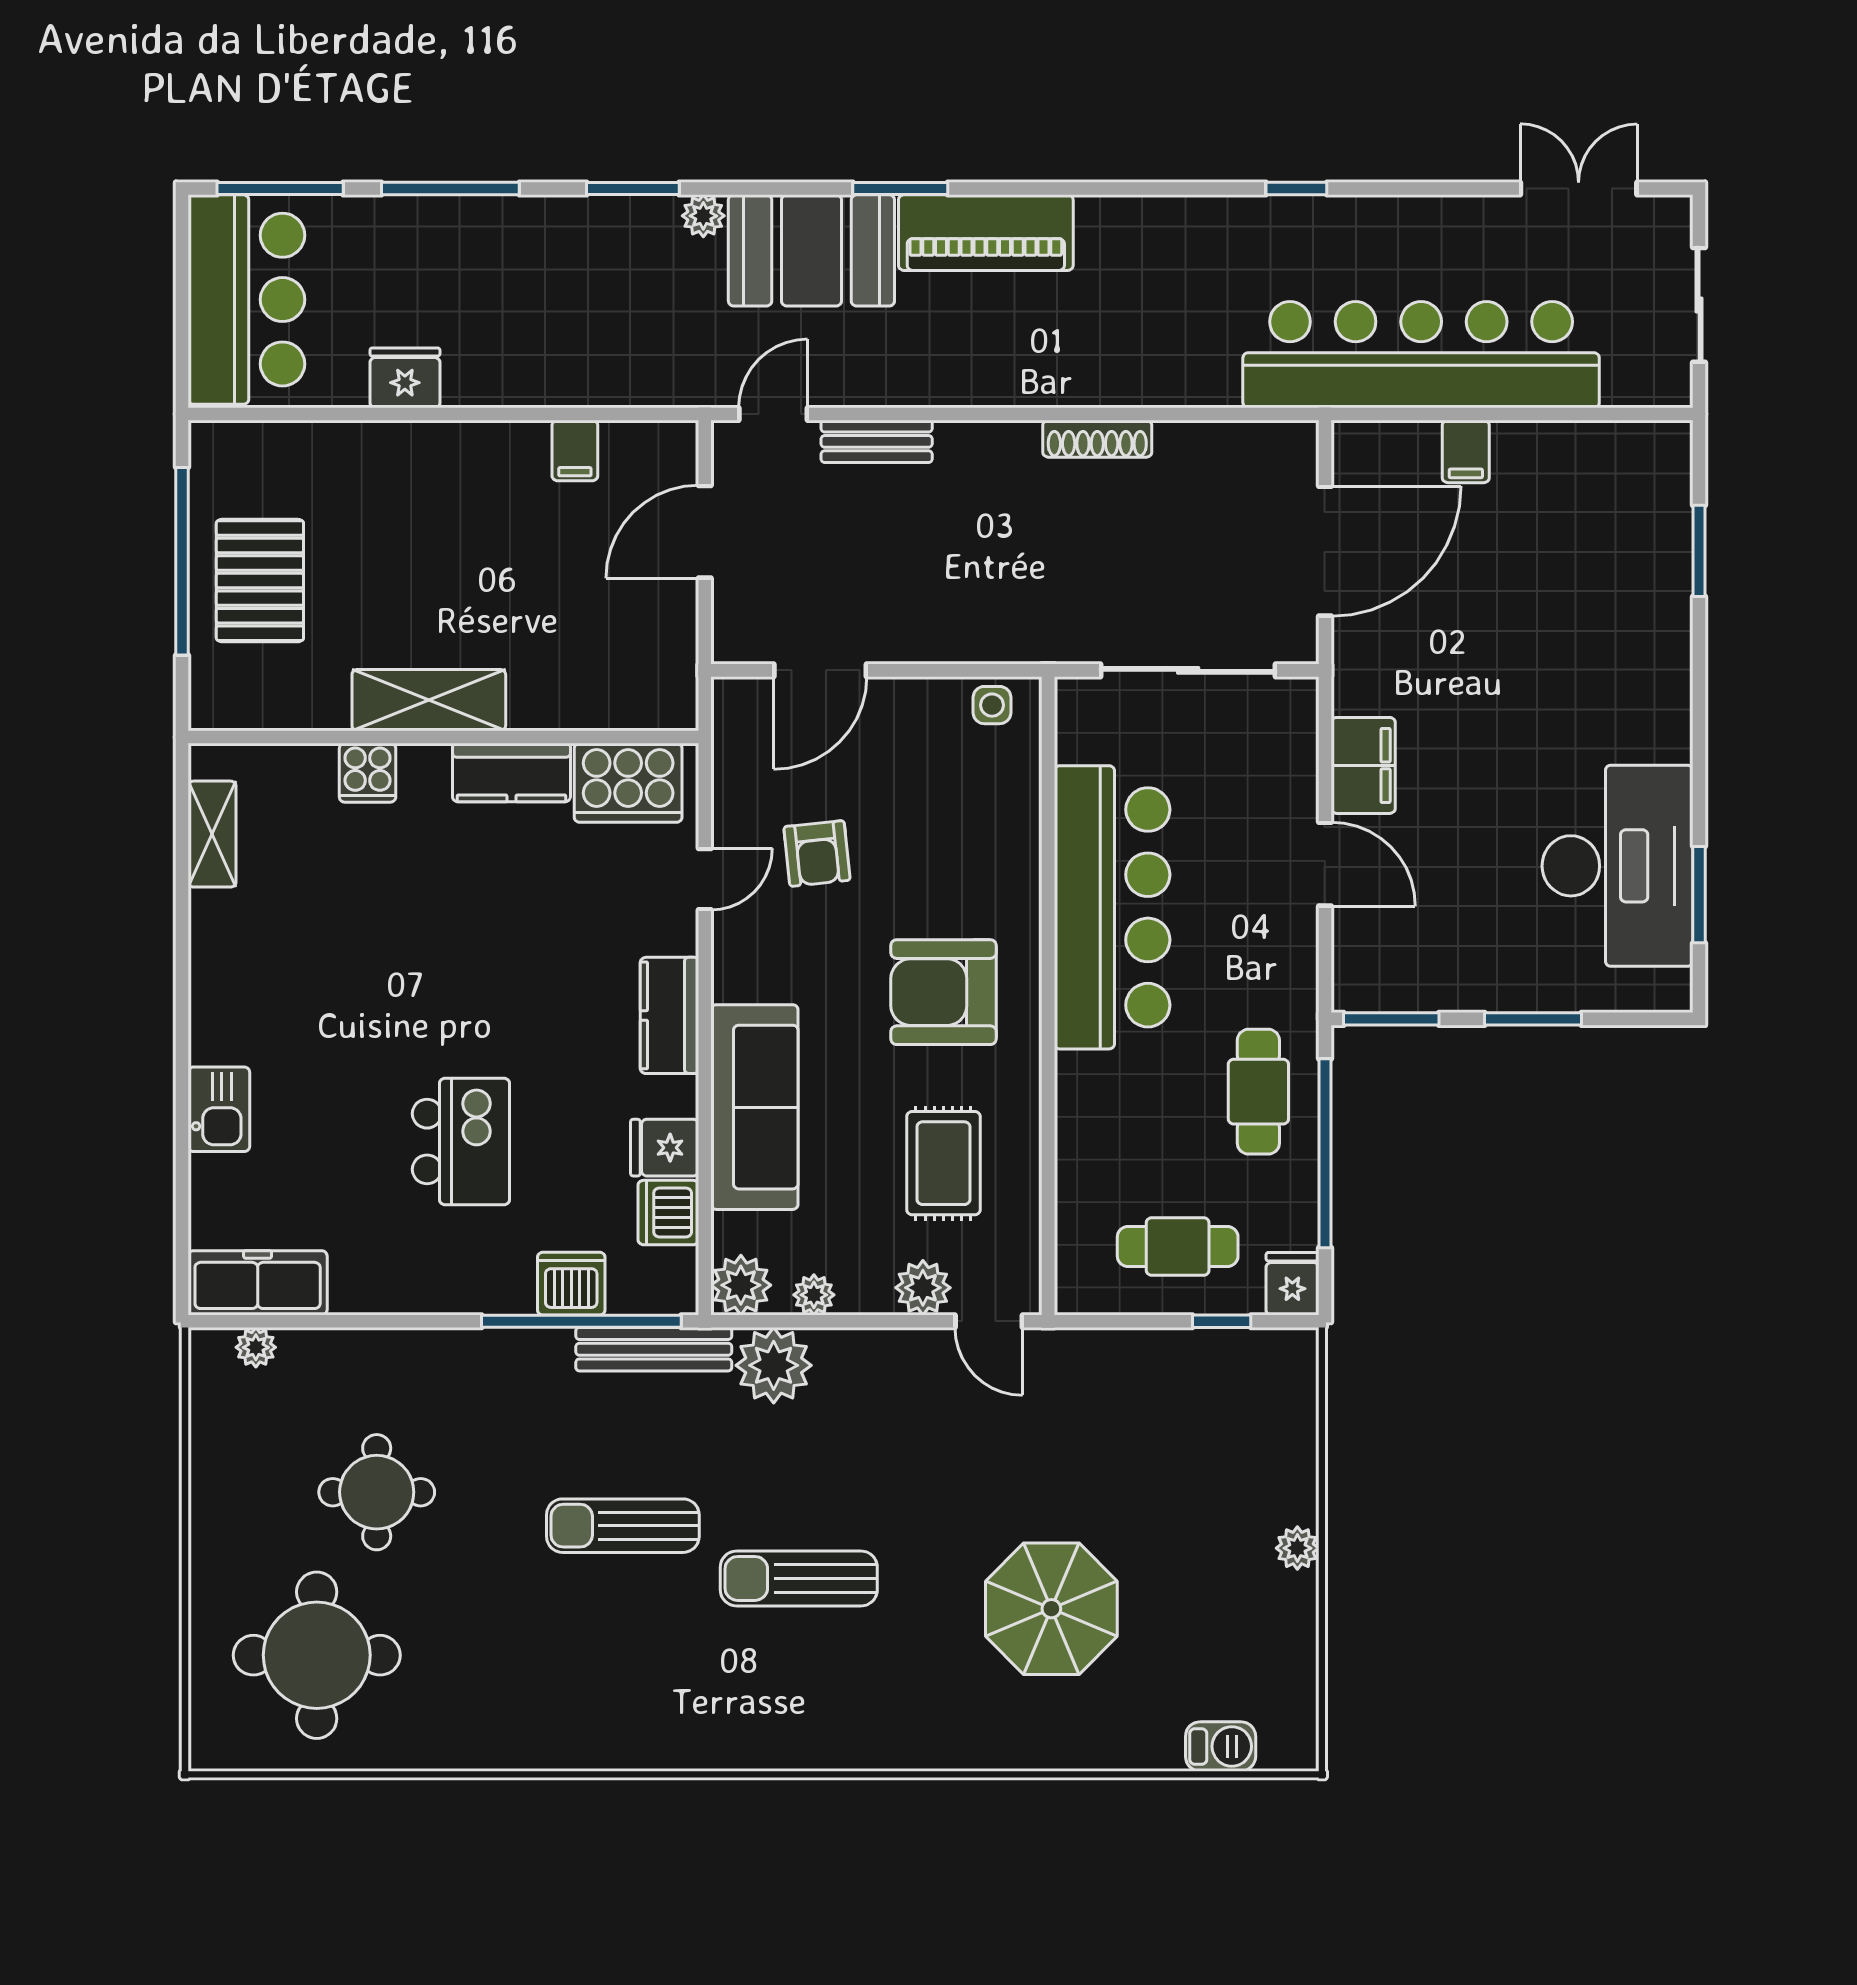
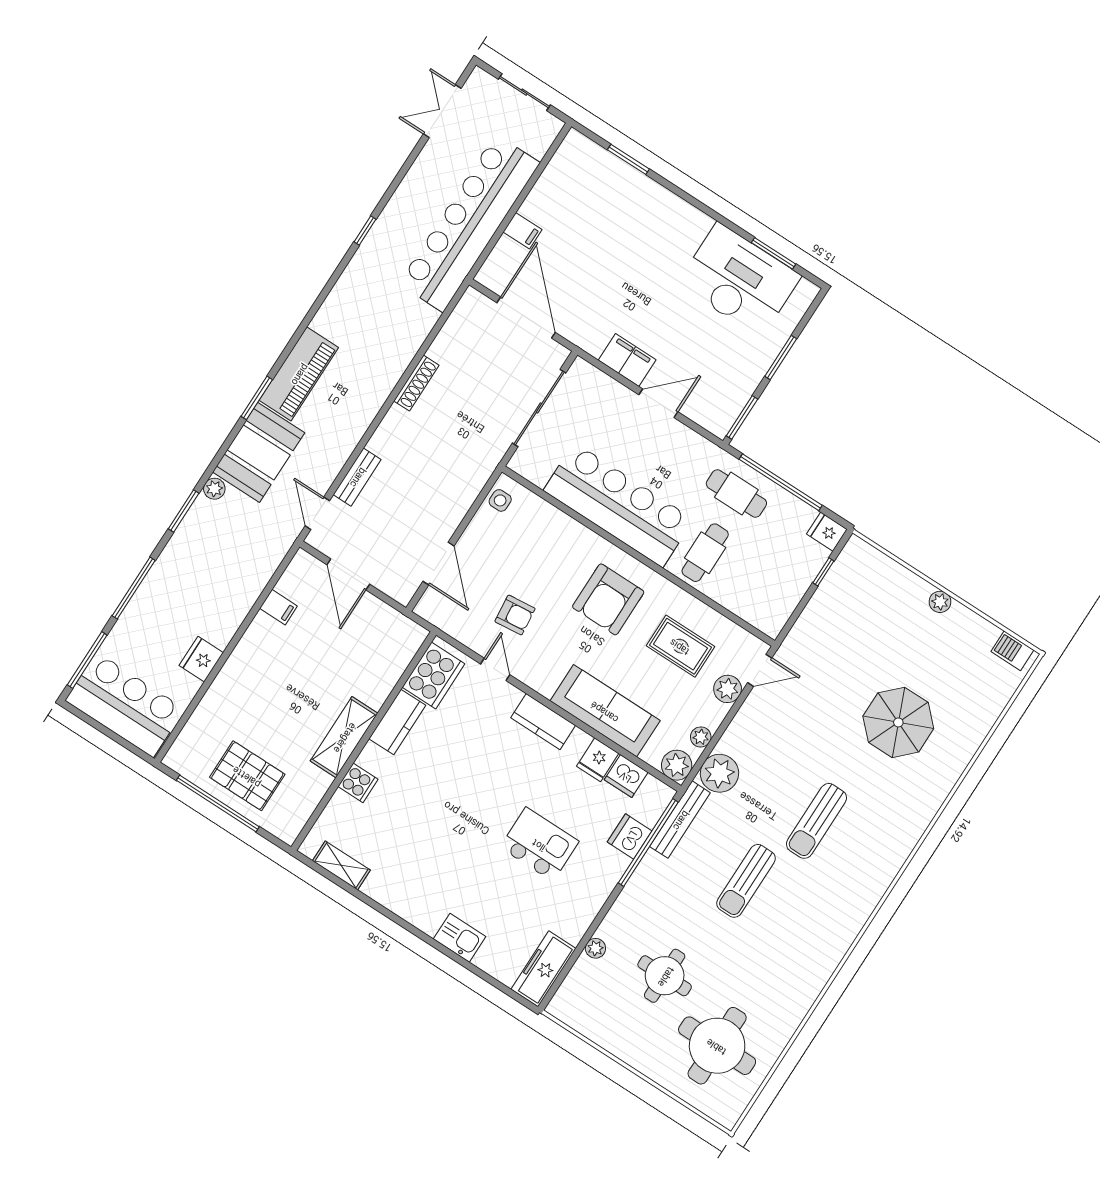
cafe table: (1178, 1246) -> (705, 553), moved
plant: (256, 1347) -> (595, 948), moved
barbecue: (1221, 1746) -> (1012, 651), moved, turned -90

